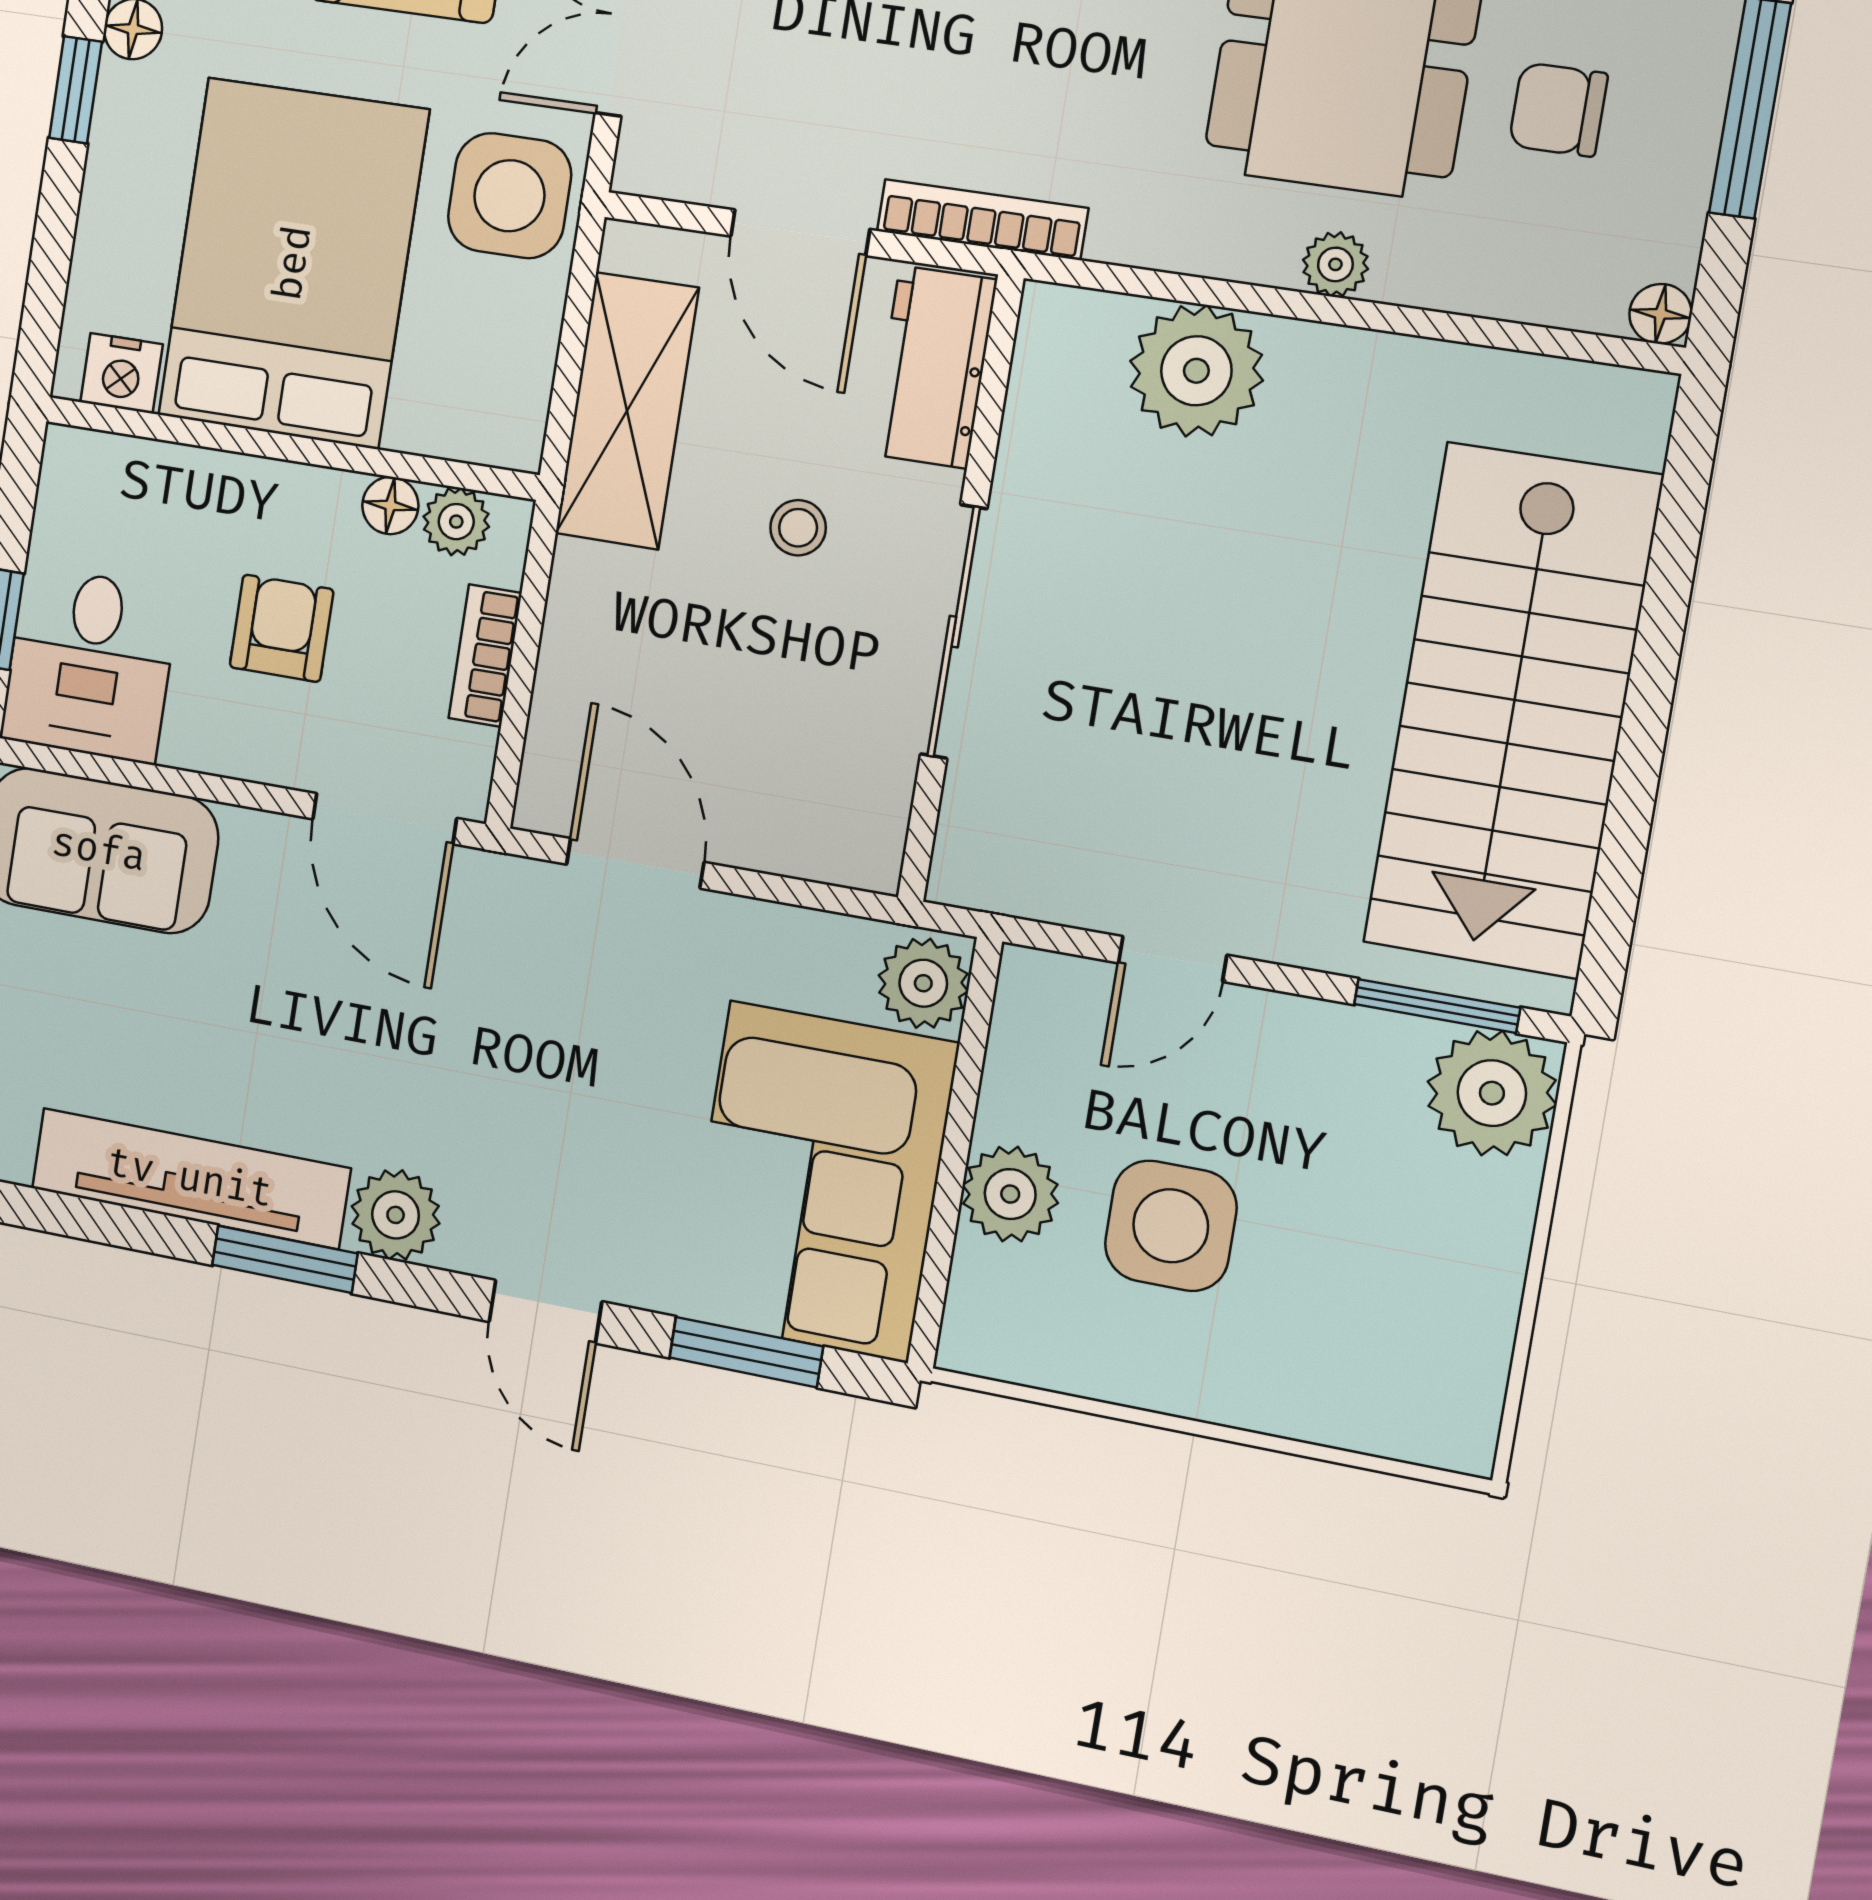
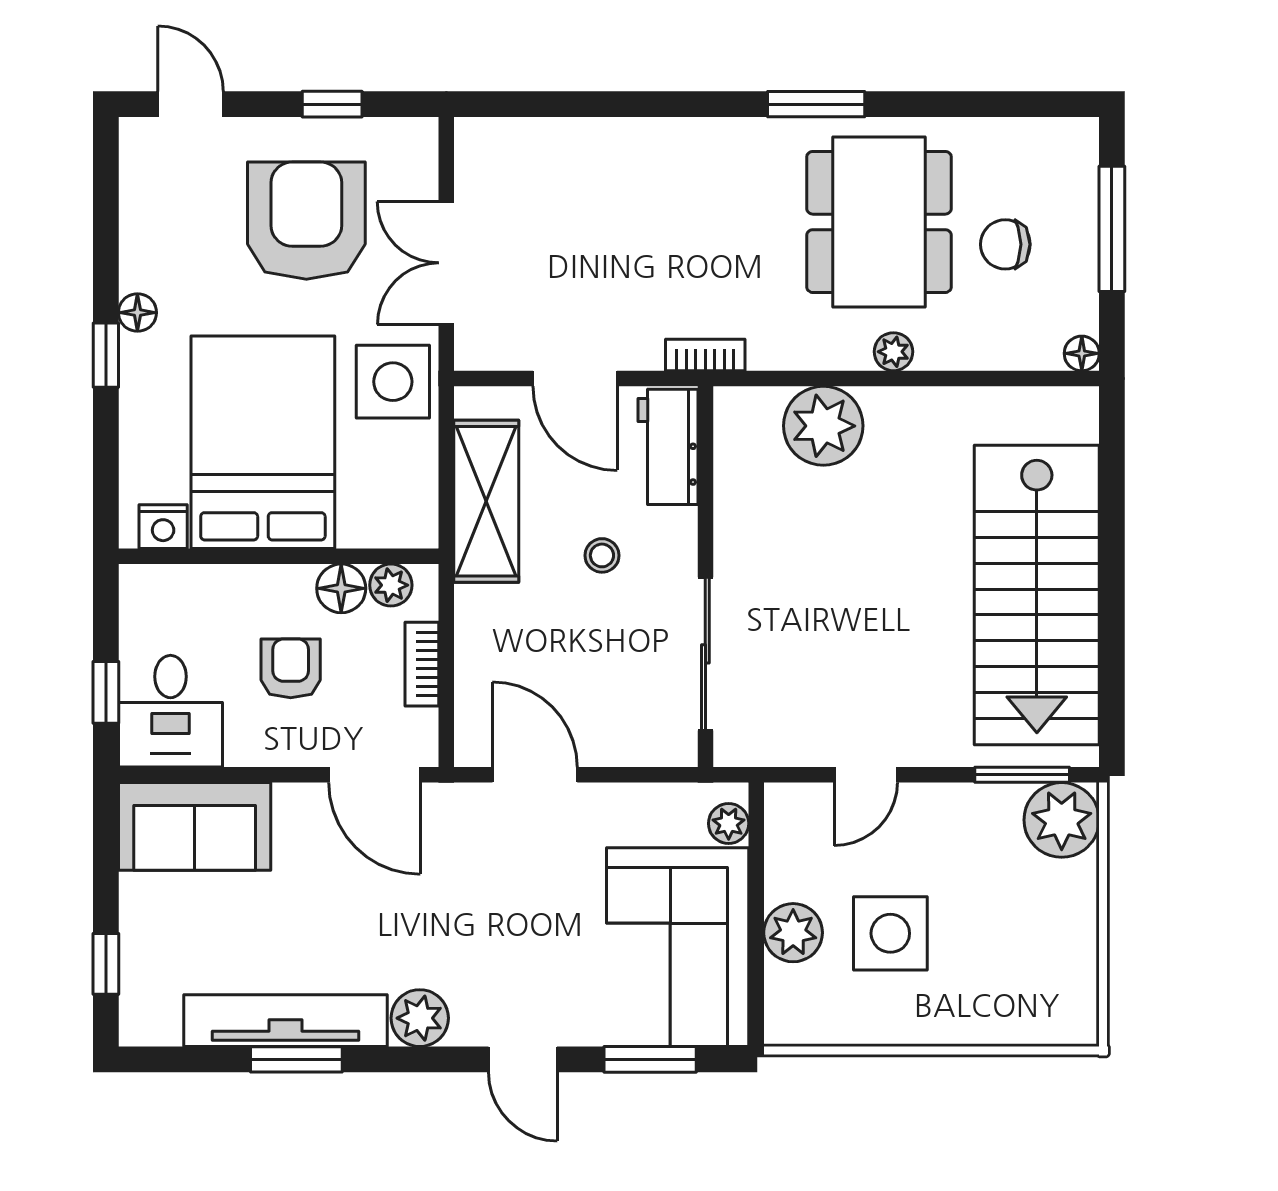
bookcase: (982, 220) -> (705, 355), width x0.64
floor lamp: (390, 506) -> (341, 588), width x1.37, depth x1.37
sliding door: (954, 632) -> (705, 654), moved
plant: (923, 983) -> (729, 823), width x0.73, depth x0.73
window: (285, 1259) -> (296, 1059), moved

